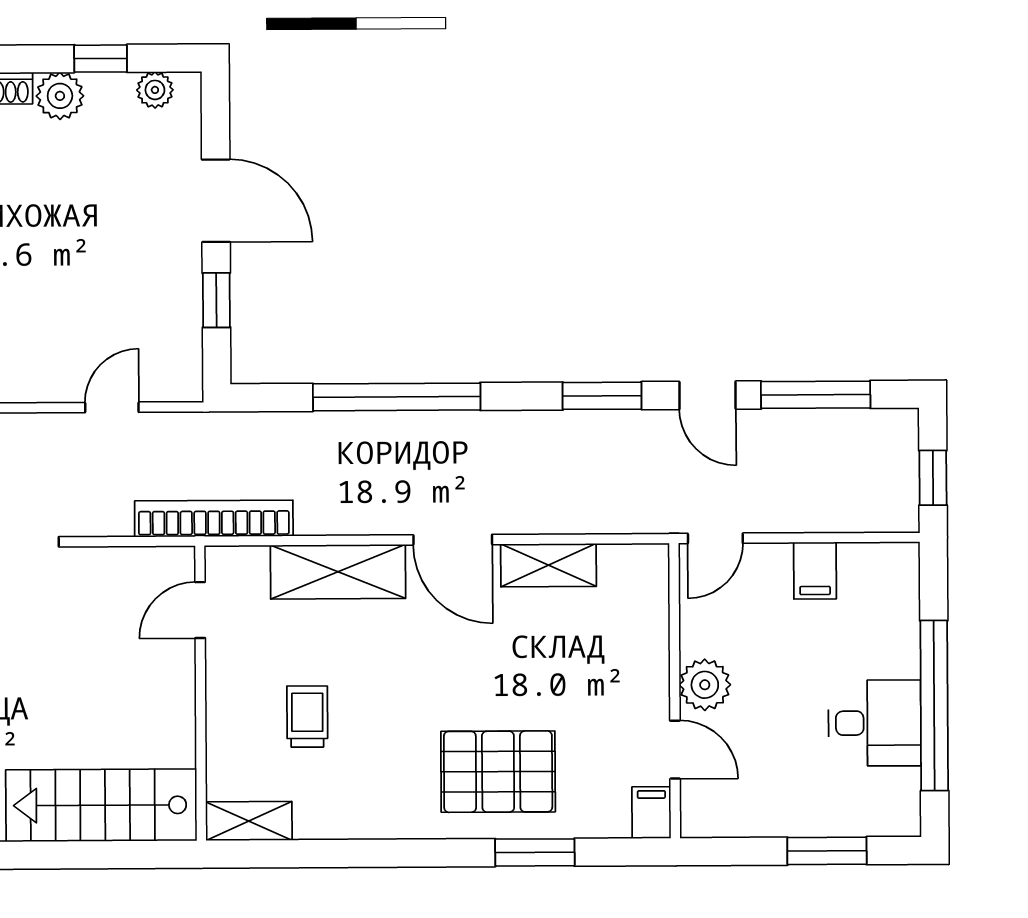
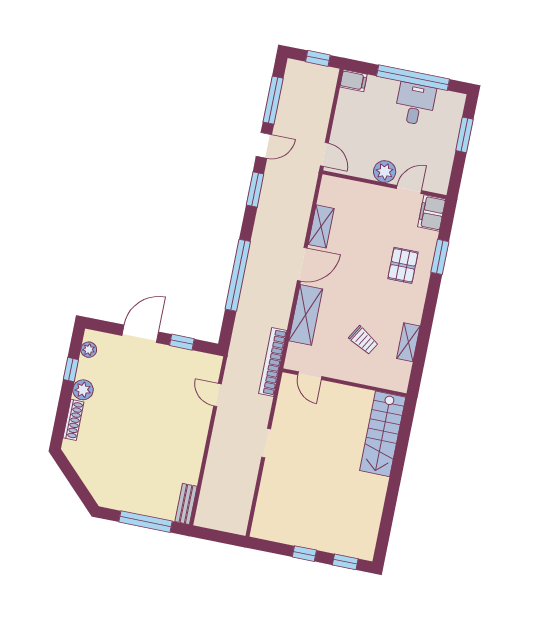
filing cabinet: (815, 571) -> (354, 81), moved
trolley: (307, 717) -> (363, 340), turned -149
pallet: (498, 772) -> (403, 265), width x0.67, depth x0.71
filing cabinet: (651, 813) -> (432, 213), width x2.00
shelving: (249, 821) -> (408, 342), moved

